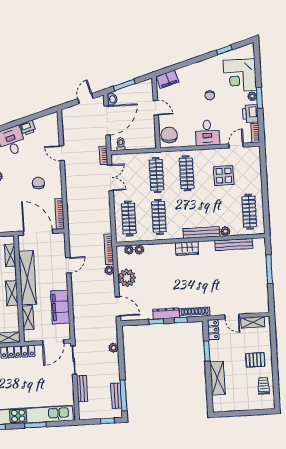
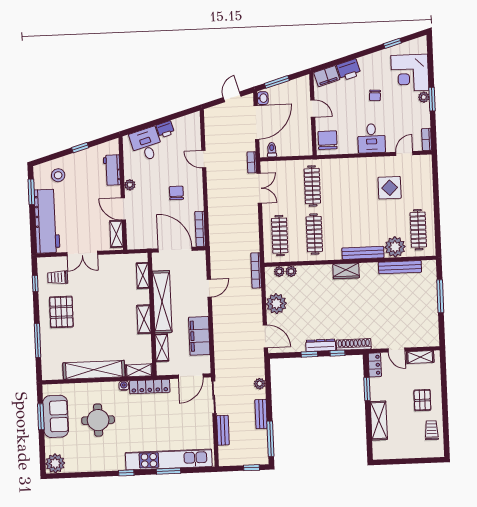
printer: (250, 114) -> (349, 70), moved, turned -106
clothes rail: (187, 173) -> (347, 185), removed
plant: (225, 231) -> (395, 247), width x1.87, depth x1.87
plant: (109, 270) -> (256, 295), removed
pallet: (255, 360) -> (422, 400), turned 90
bench: (116, 396) -> (261, 414), moved

